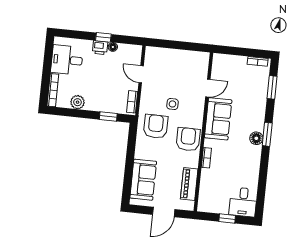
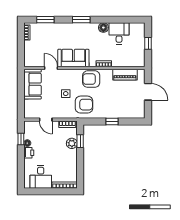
window: (103, 37) -> (21, 139), moved
door: (141, 74) -> (46, 120), hinge flipped
plant: (78, 102) -> (72, 143), moved
armchair: (156, 126) -> (84, 105), turned 180
floor lamp: (256, 138) -> (103, 28), moved
window: (130, 161) -> (112, 122), added
sofa: (143, 180) -> (33, 84), moved, turned 90
desk: (243, 202) -> (119, 33), moved, turned -90

